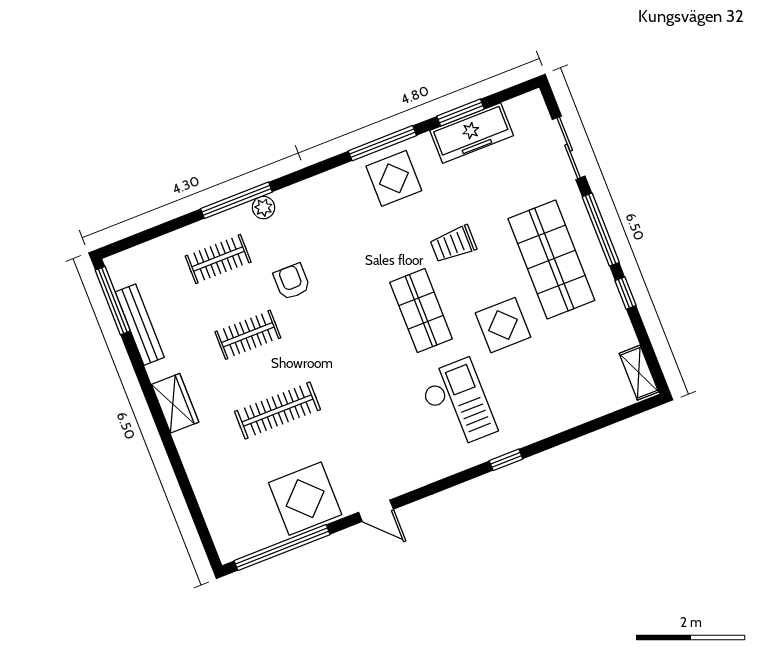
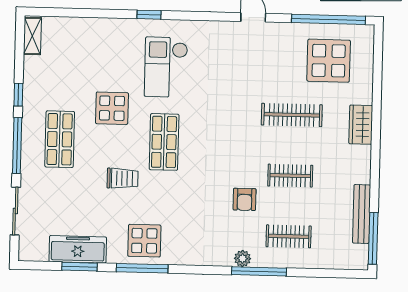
shop shelf: (551, 259) -> (60, 139), width x0.70, depth x0.74
wardrobe: (175, 403) -> (361, 125), moved
display table: (305, 499) -> (329, 61), moved

